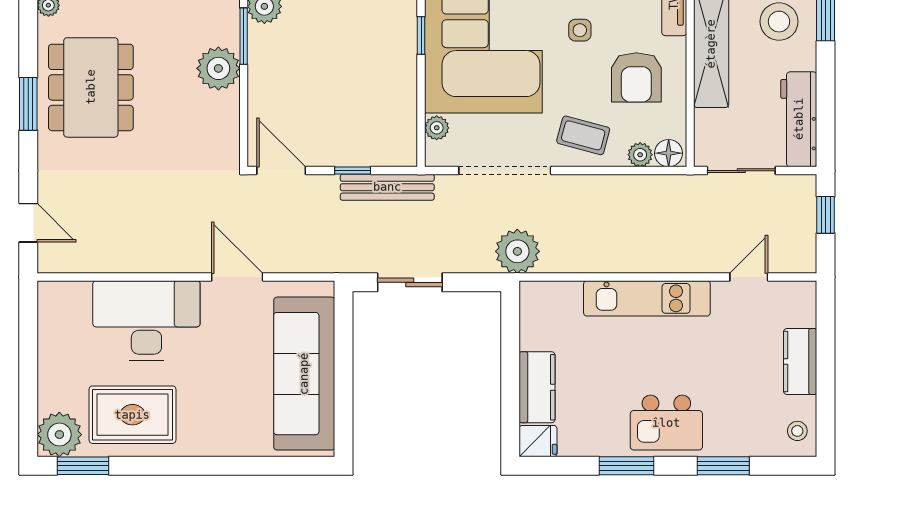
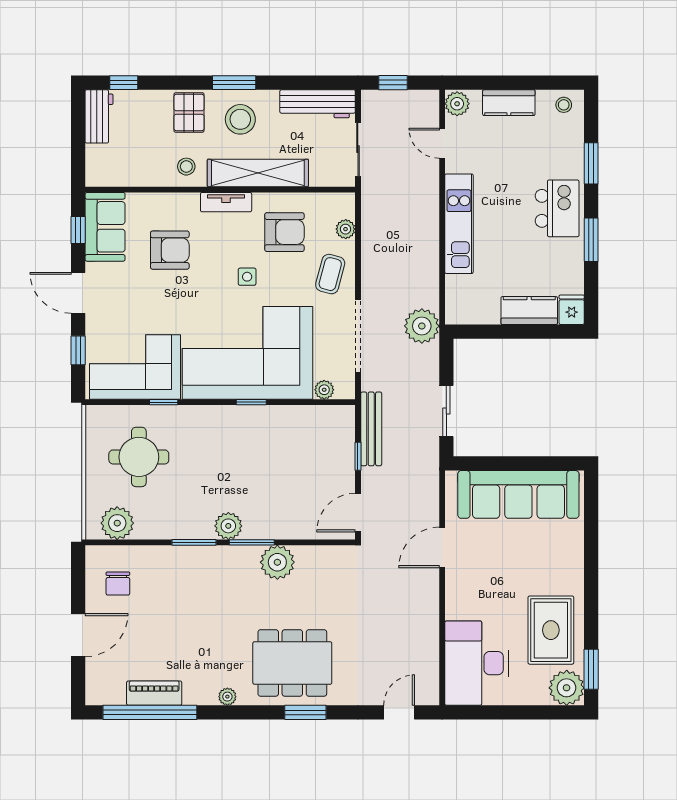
floor lamp: (669, 153) -> (344, 207), removed
plant: (799, 296) -> (457, 104), added
desk: (146, 321) -> (477, 663), moved

